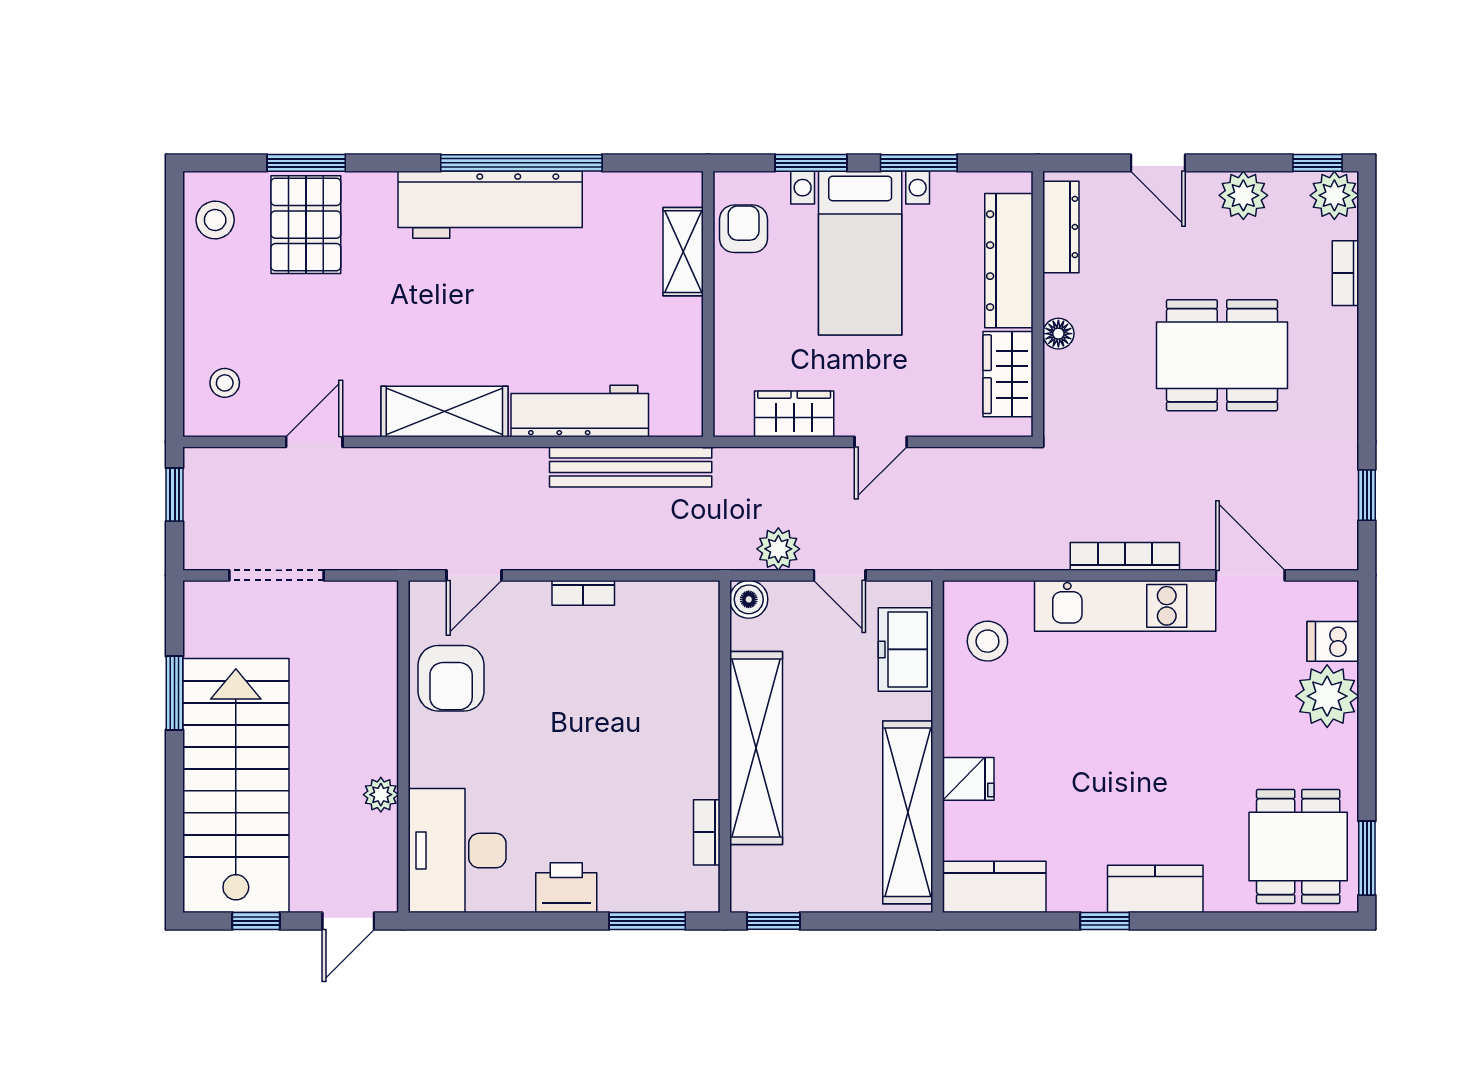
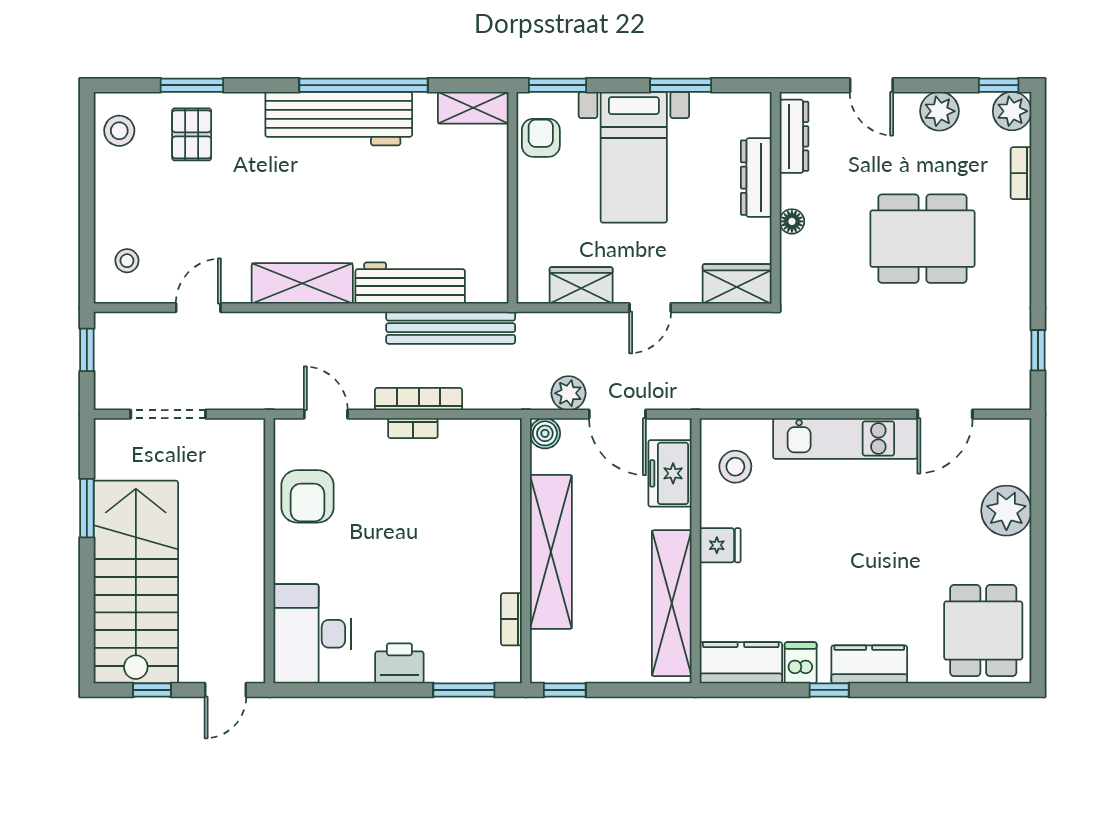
window: (811, 163) -> (558, 85), moved
pallet: (306, 225) -> (192, 134), width x0.67, depth x0.71
shelving: (683, 252) -> (473, 108), moved, turned 90
dresser: (1009, 261) -> (756, 178), width x0.73, depth x0.80
wardrobe: (1008, 374) -> (737, 284), moved, turned 90
bookcase: (1125, 556) -> (419, 399), moved
door: (474, 575) -> (326, 414), swing flipped
door: (840, 575) -> (617, 414), width x1.38
door: (1250, 575) -> (945, 414), swing flipped
dishwasher: (1333, 641) -> (801, 663), moved, turned 90
fridge: (968, 779) -> (720, 545), moved
plant: (381, 795) -> (251, 589), removed
window: (1367, 858) -> (1038, 640), removed

